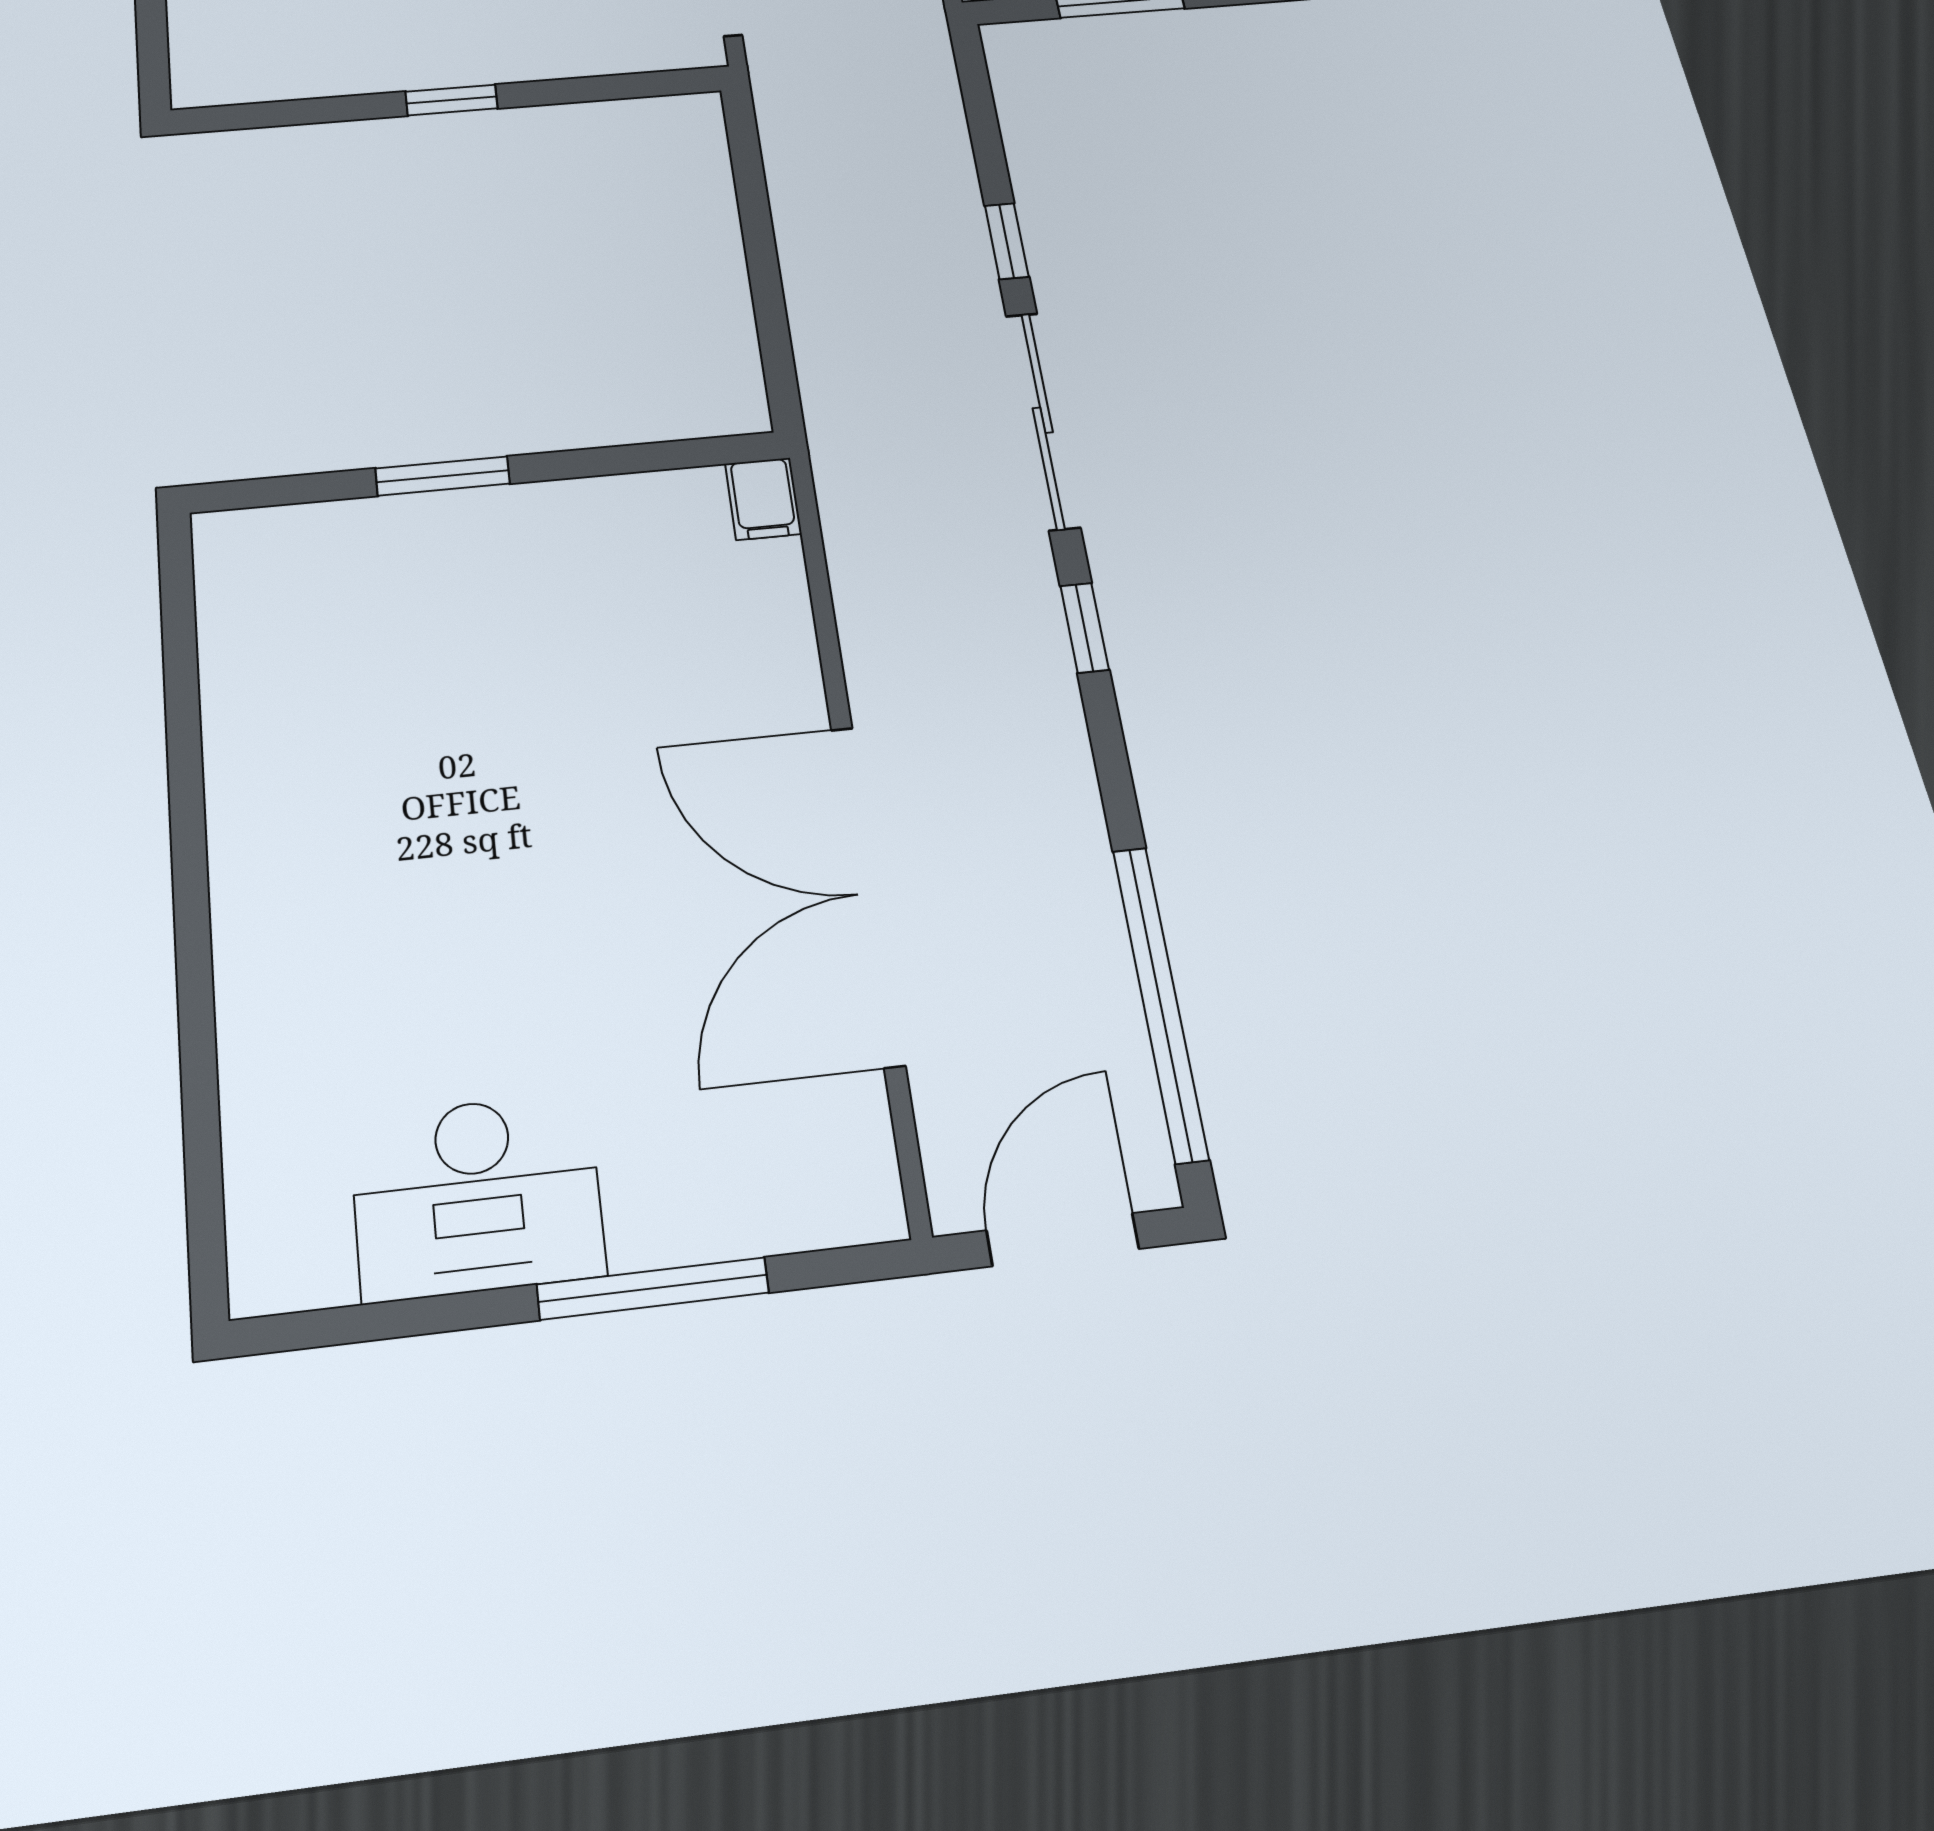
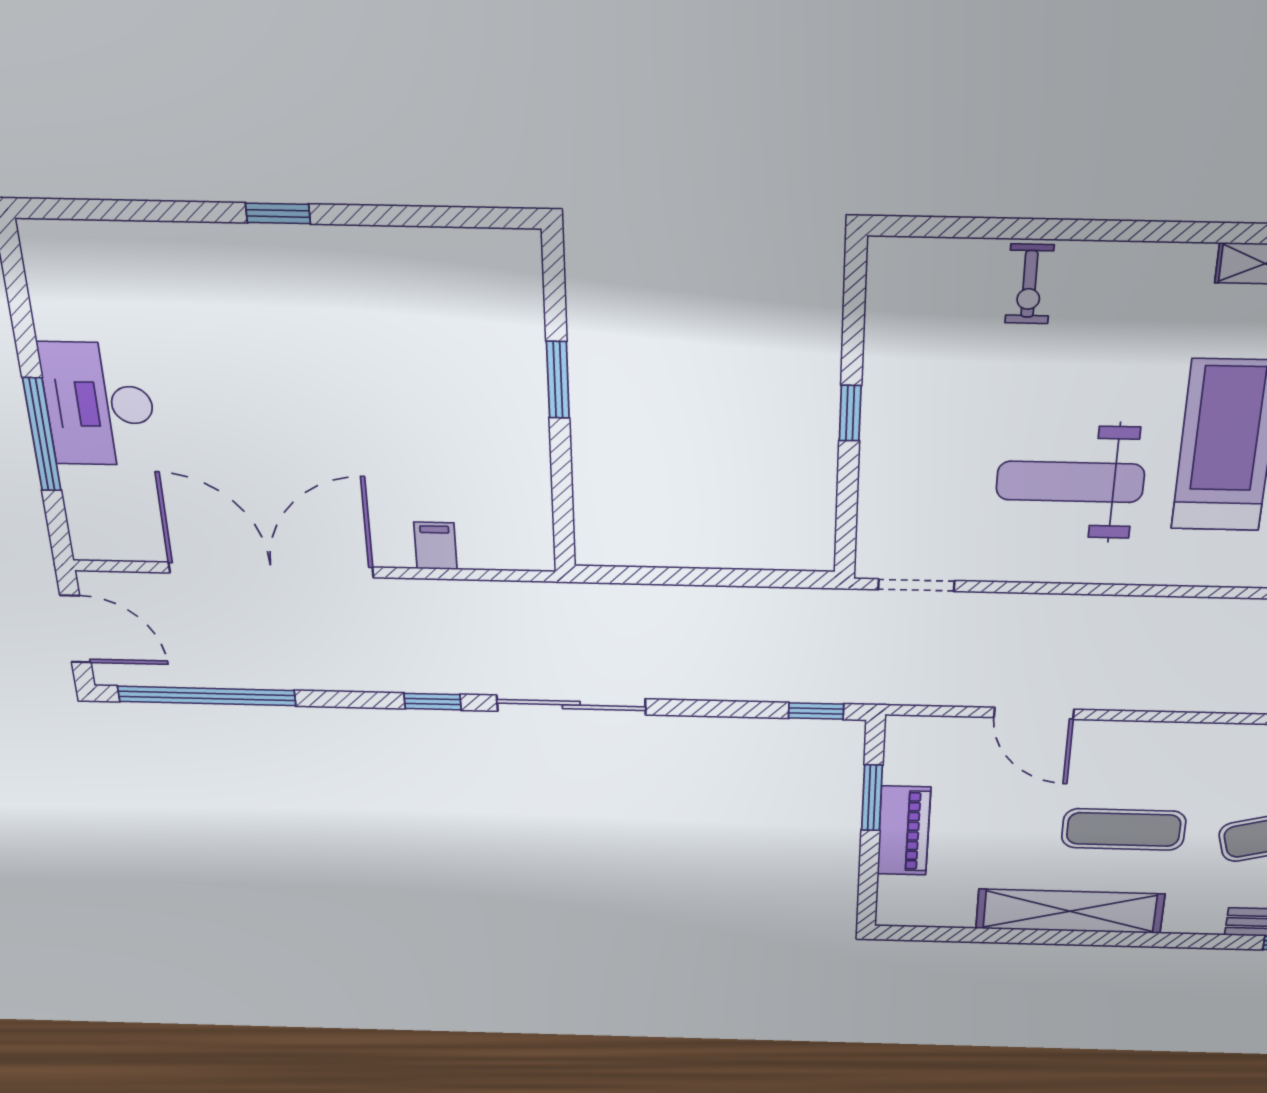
window: (1007, 241) -> (816, 711), moved
filing cabinet: (763, 499) -> (435, 546), moved, turned 90
window: (191, 890) -> (278, 213), added
desk: (477, 1196) -> (99, 404), moved

